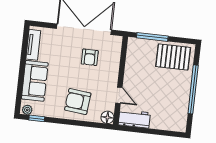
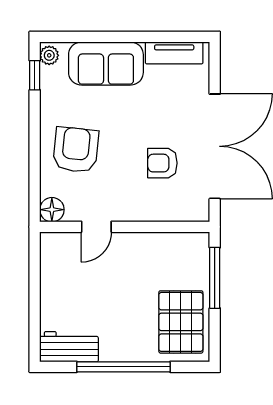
workbench: (134, 119) -> (69, 347), moved, turned -90

